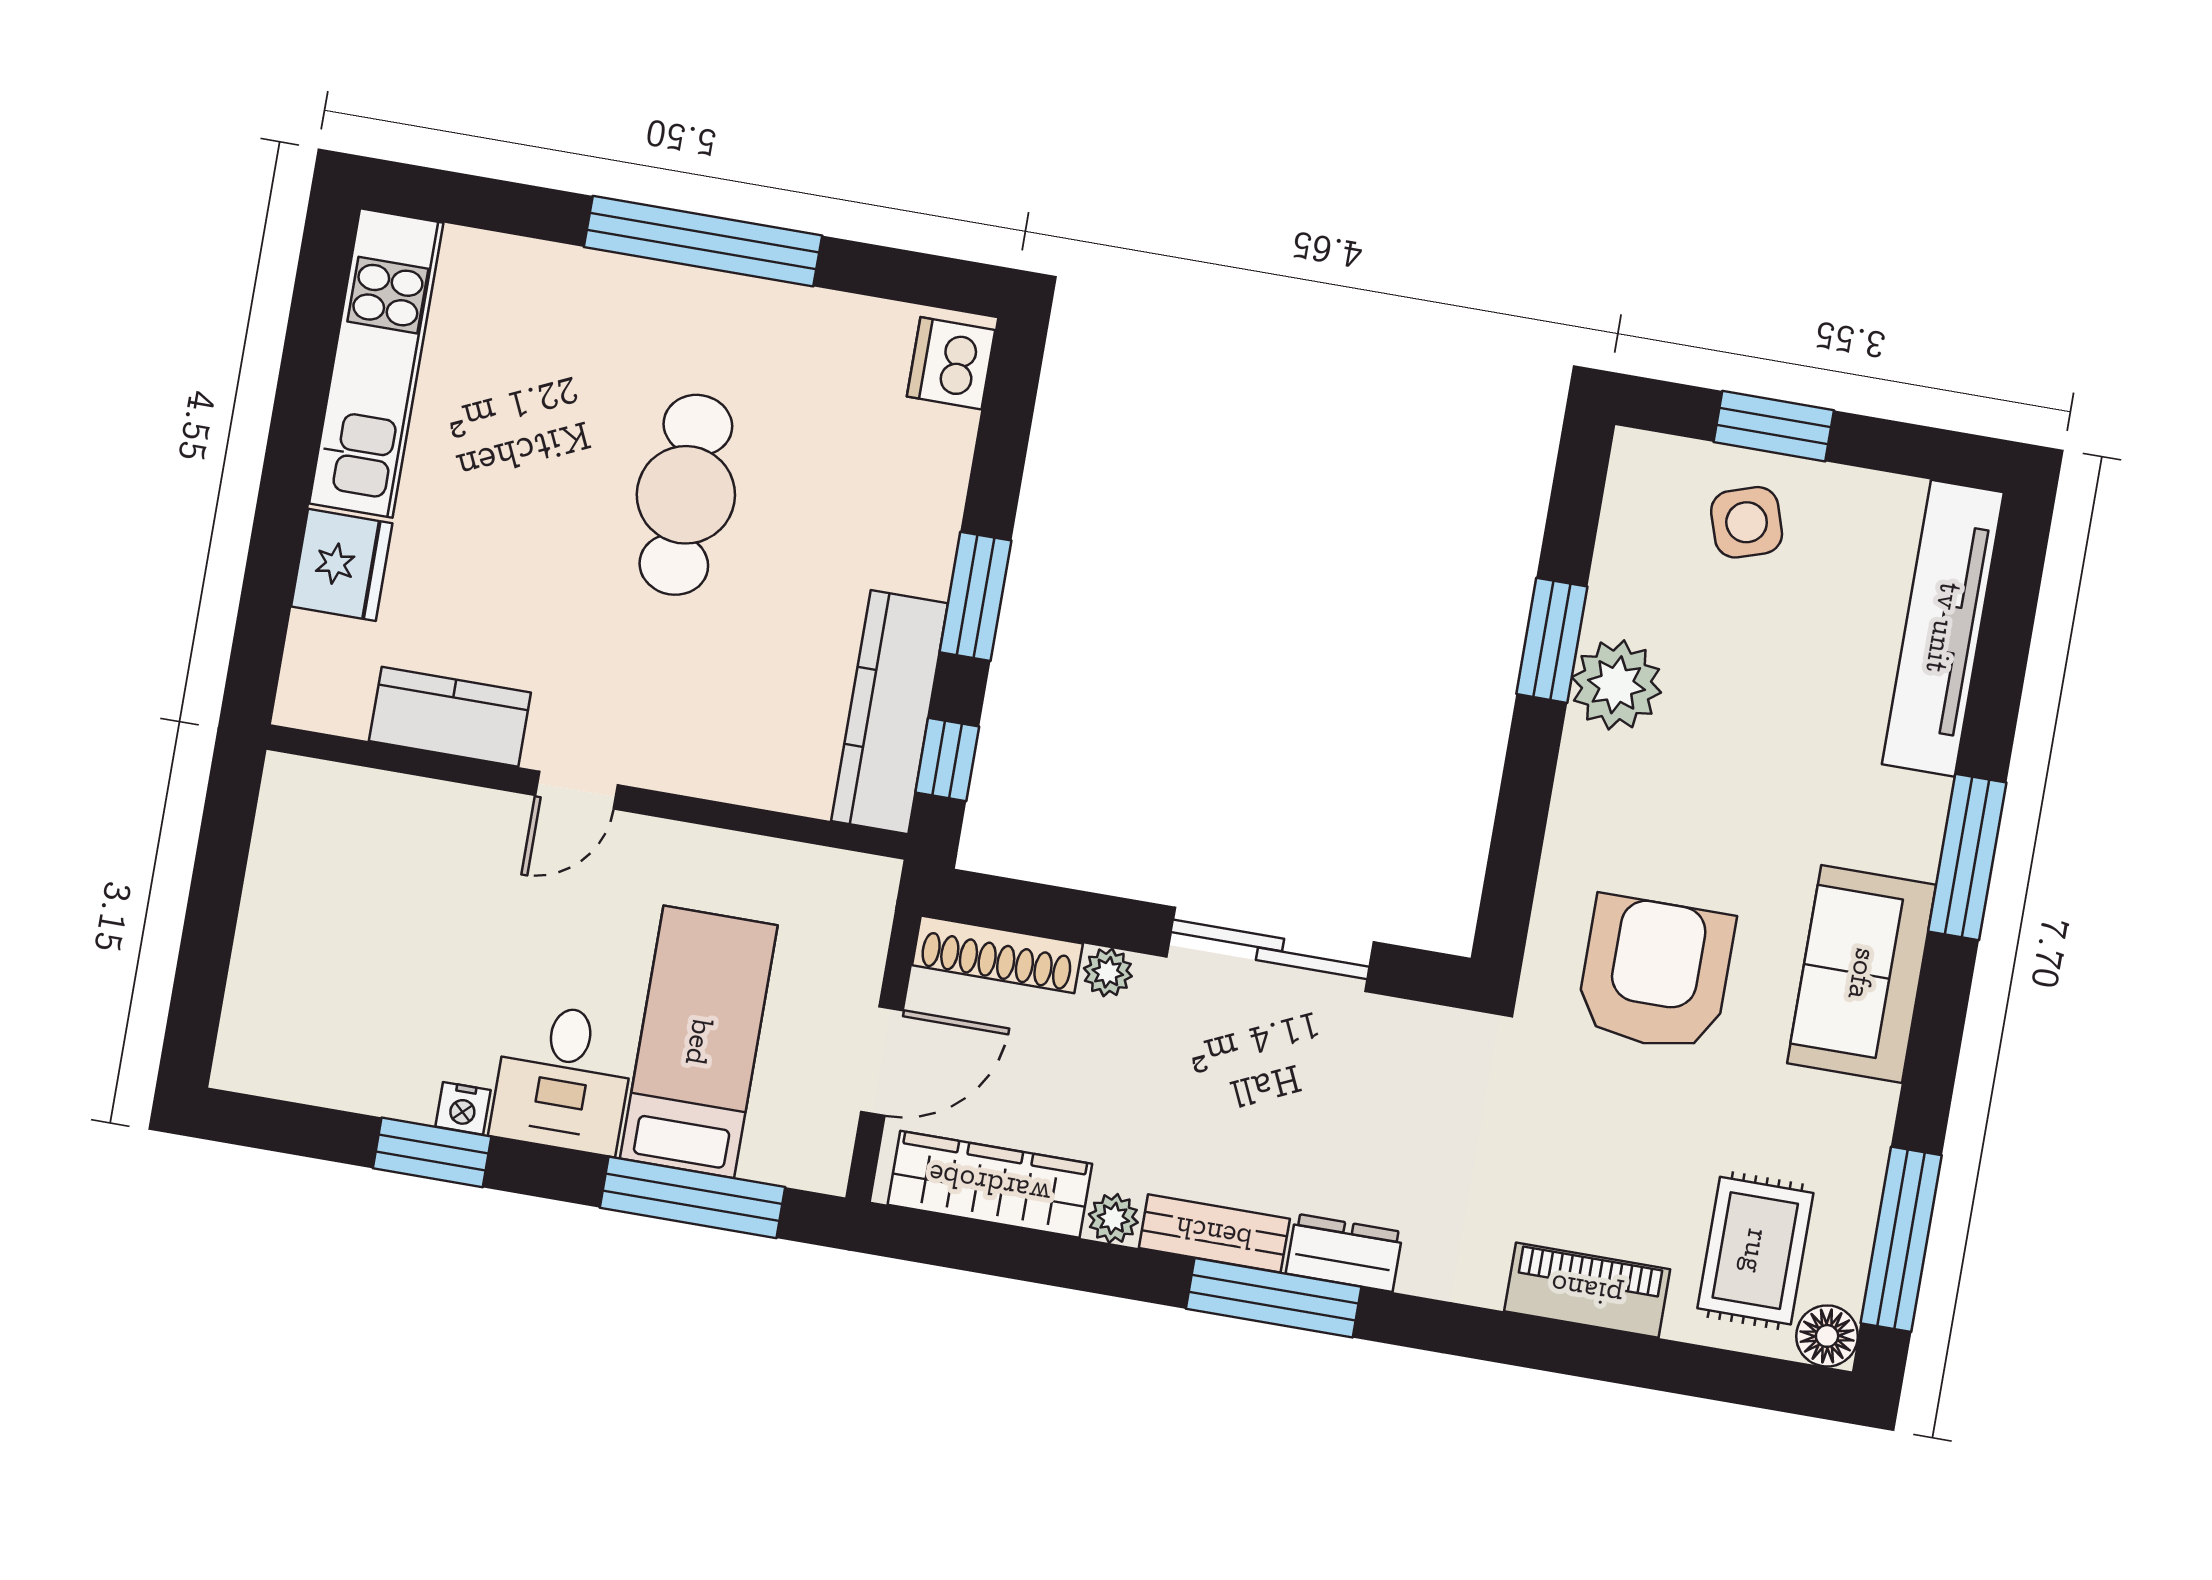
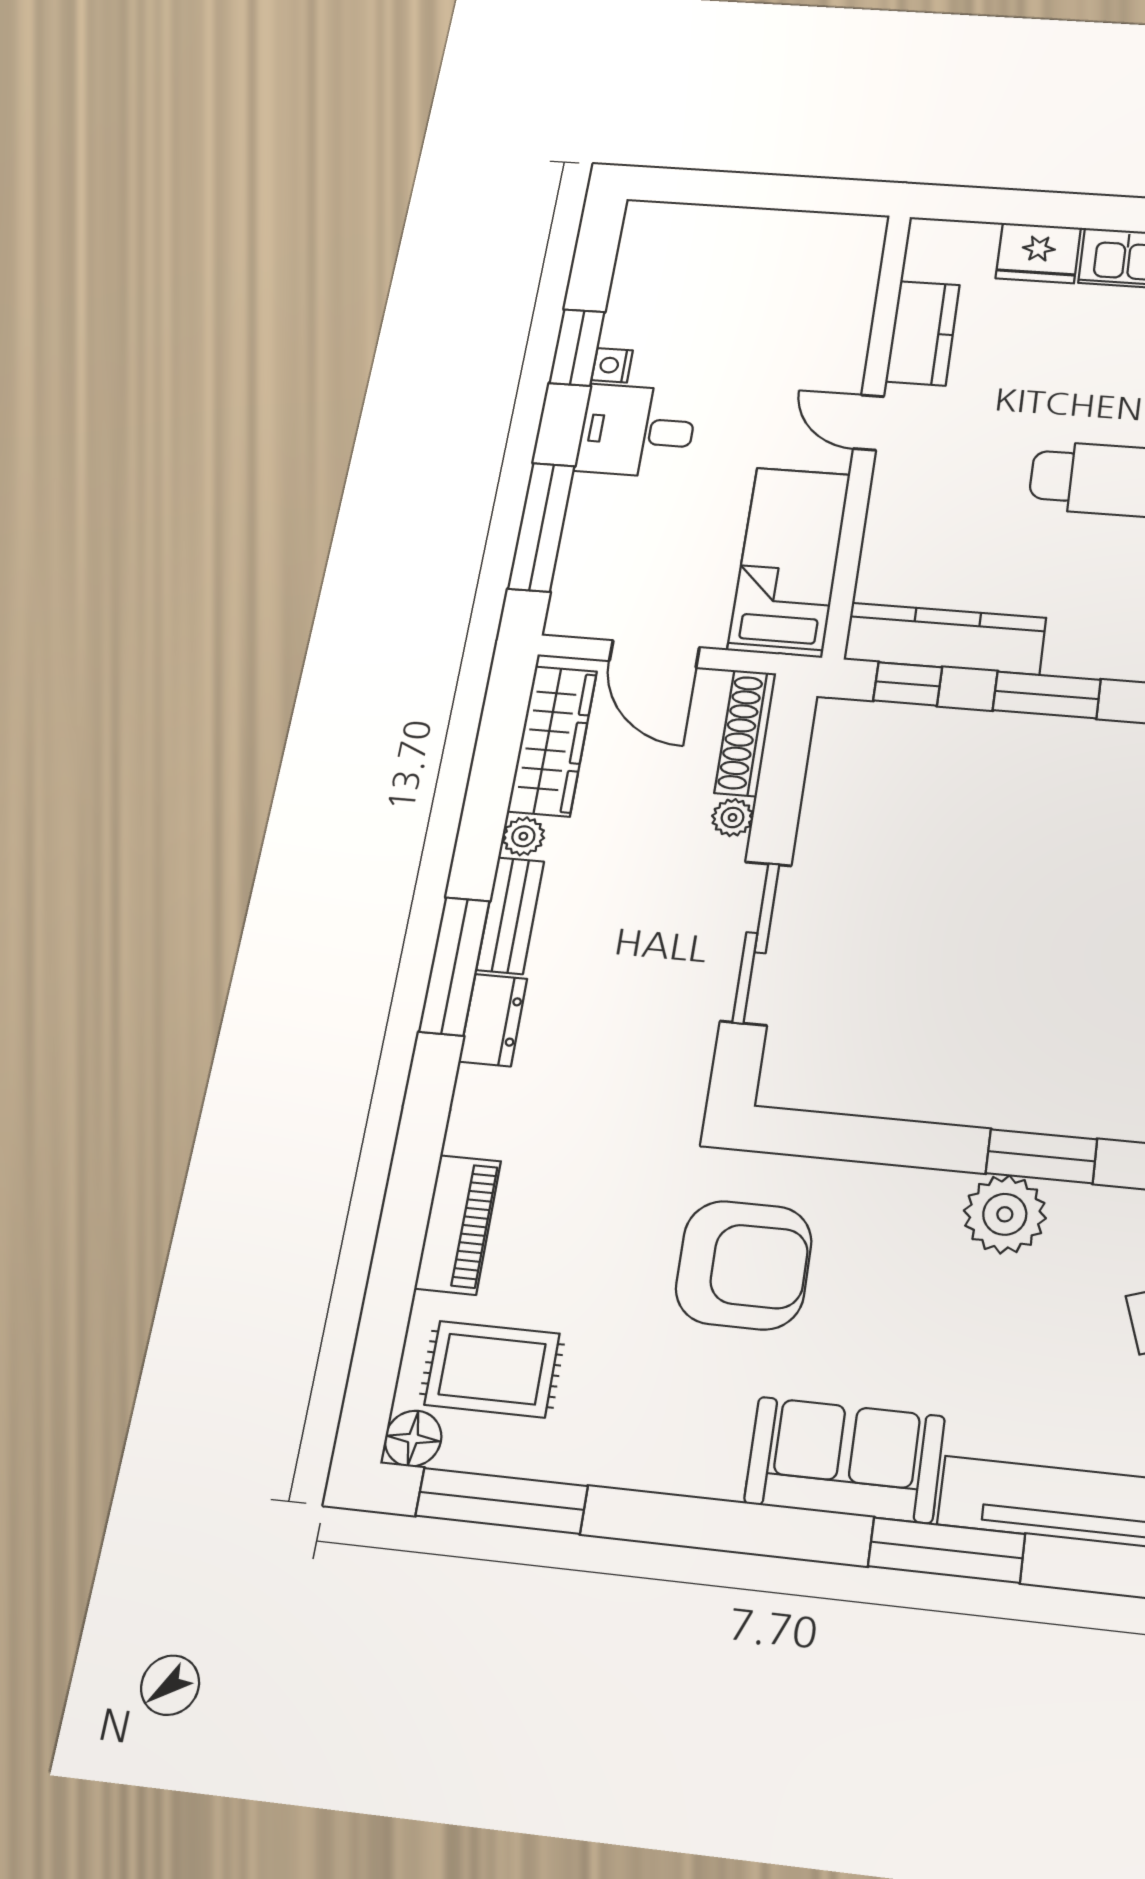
window: (1967, 857) -> (947, 1550), moved
sofa: (1862, 974) -> (845, 1460), moved
bed: (699, 1042) -> (789, 562), moved, turned -90

